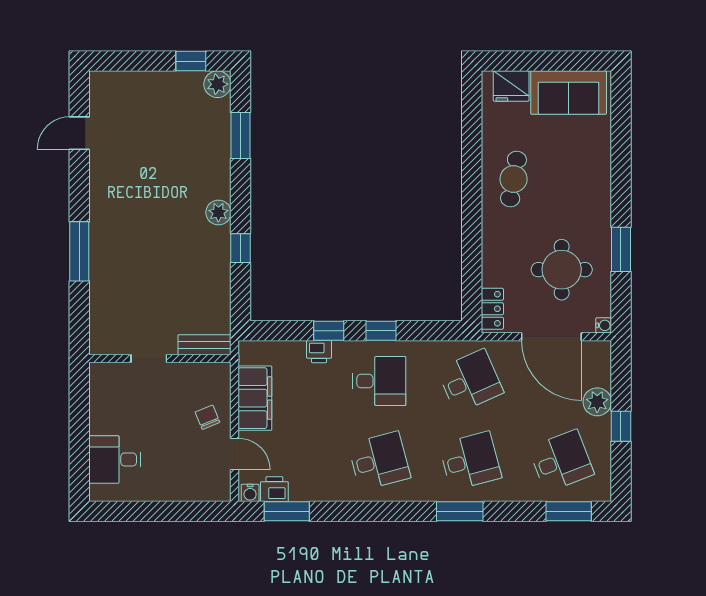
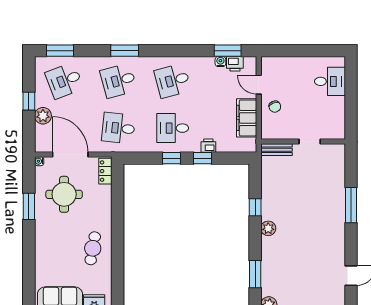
desk: (470, 381) -> (118, 128), turned 30
water cooler: (250, 493) -> (220, 62), moved

